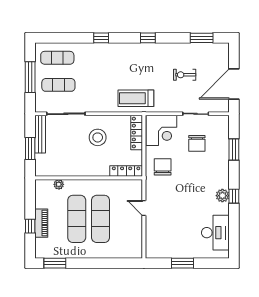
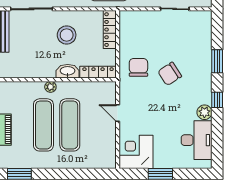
corner desk: (161, 130) -> (136, 152), moved, turned 180
chair: (197, 143) -> (170, 74), moved, turned 57
window: (234, 150) -> (217, 61), moved
washbasin: (99, 170) -> (68, 71), added
plant: (59, 184) -> (50, 87), moved
plant: (222, 196) -> (204, 112), moved

